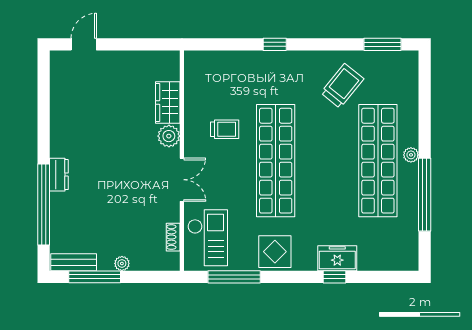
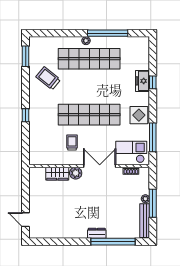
double door: (182, 180) -> (100, 166), width x1.37
bench: (74, 262) -> (145, 221), width x1.36
window: (95, 277) -> (153, 203), moved

